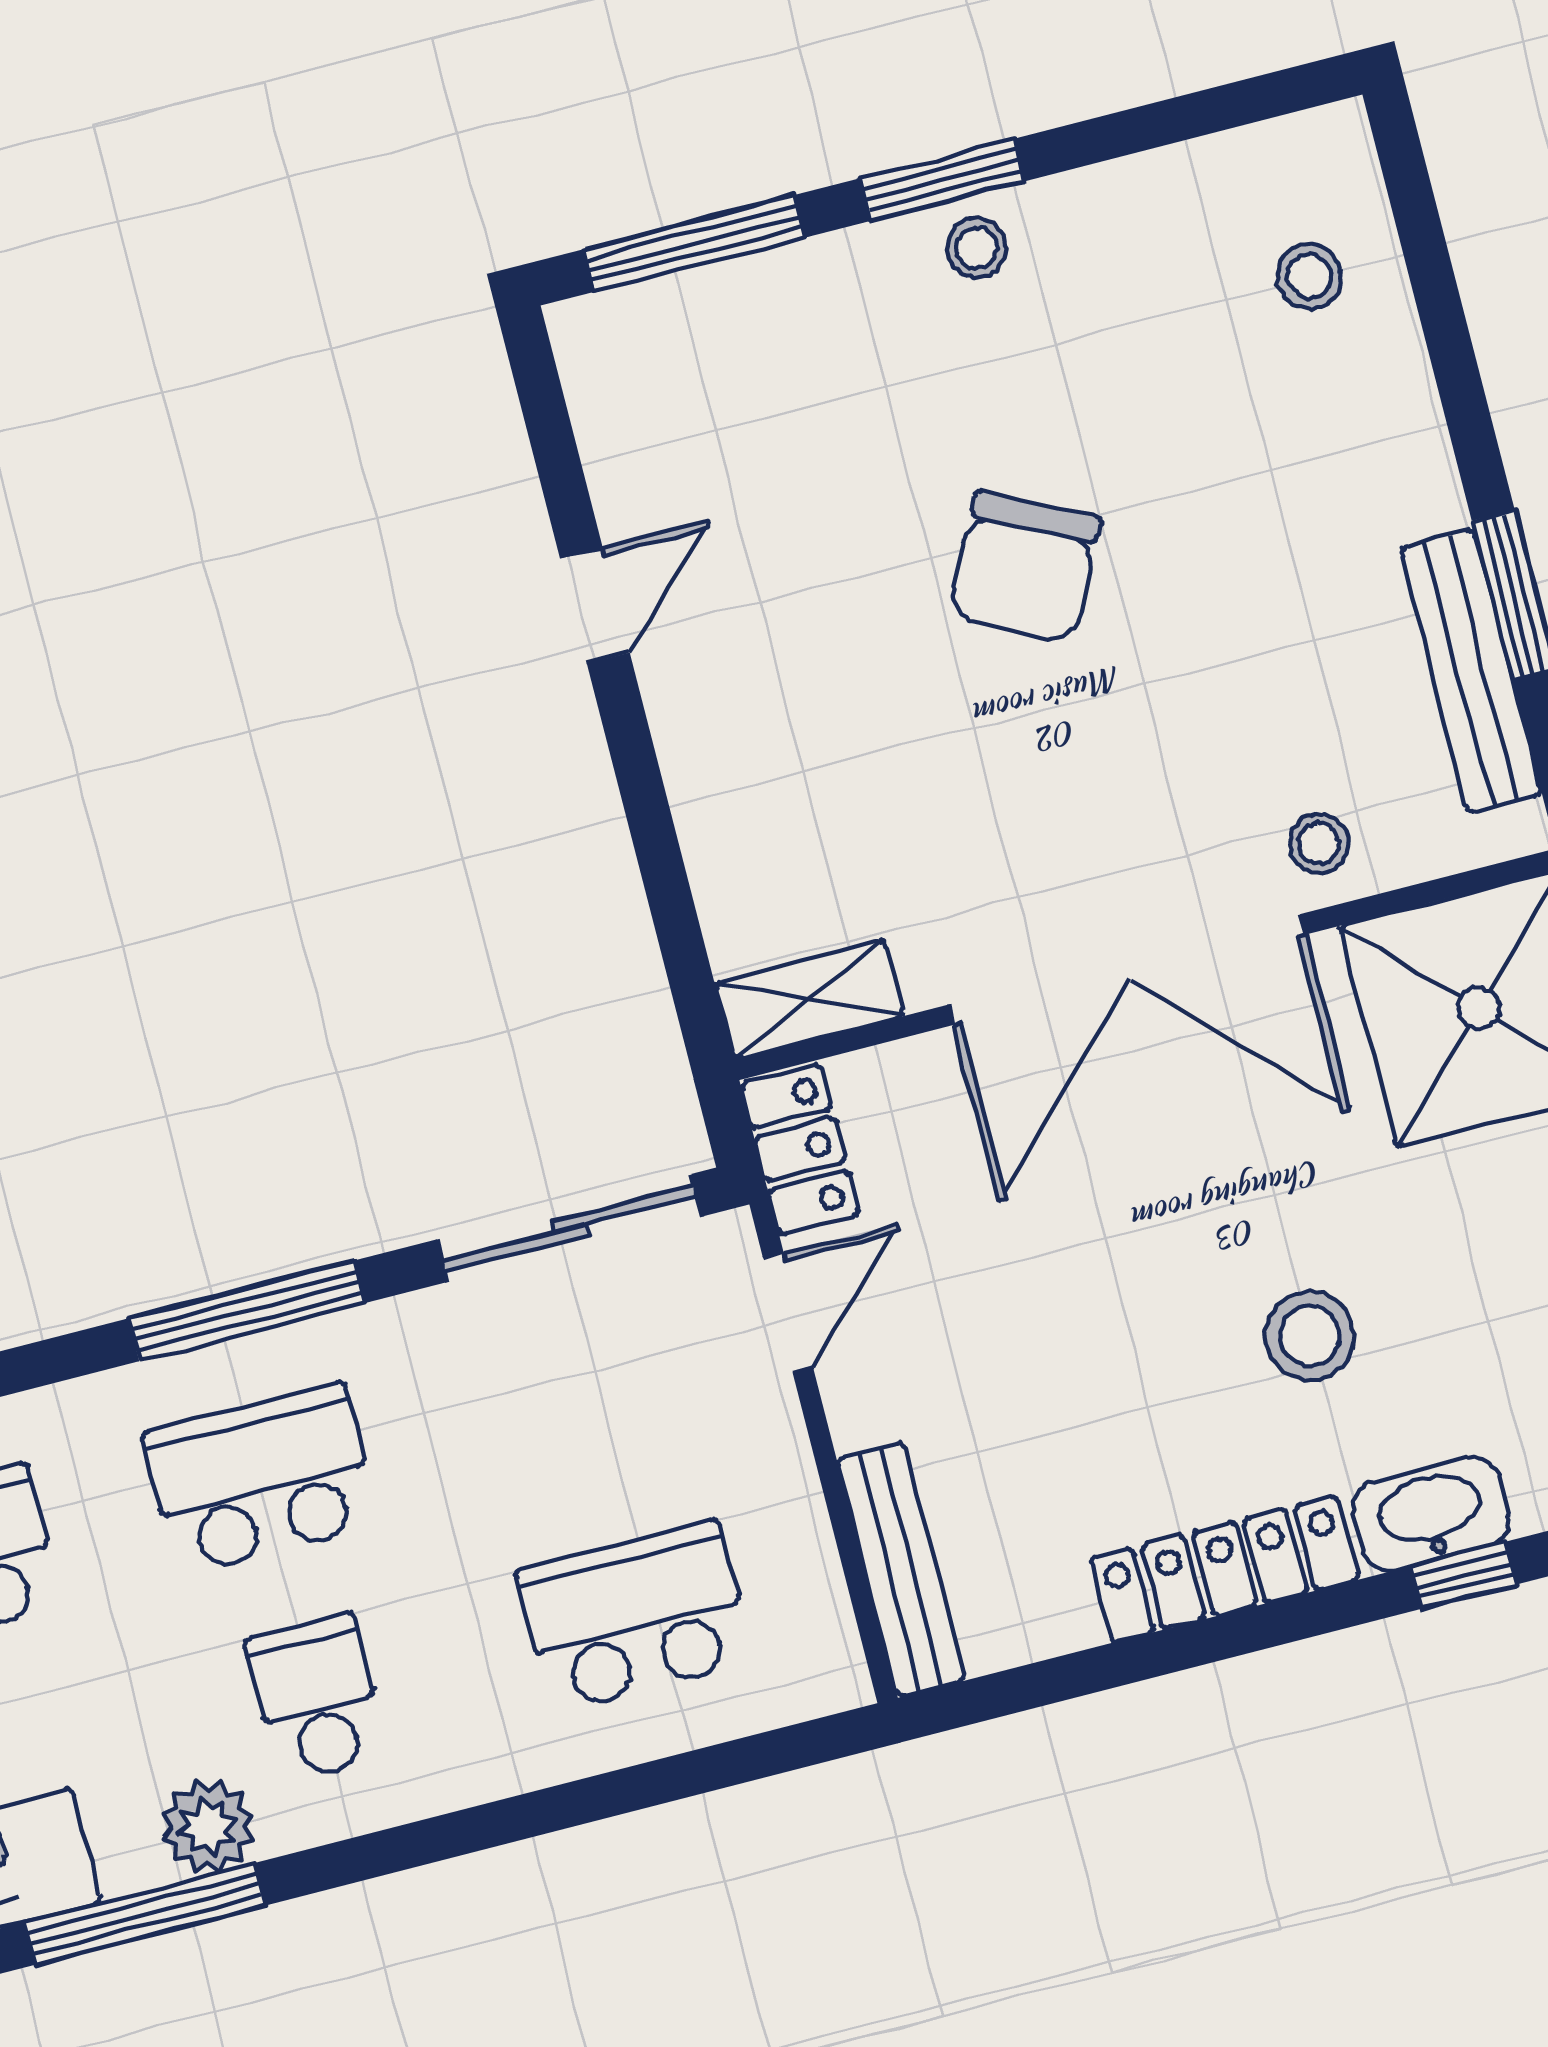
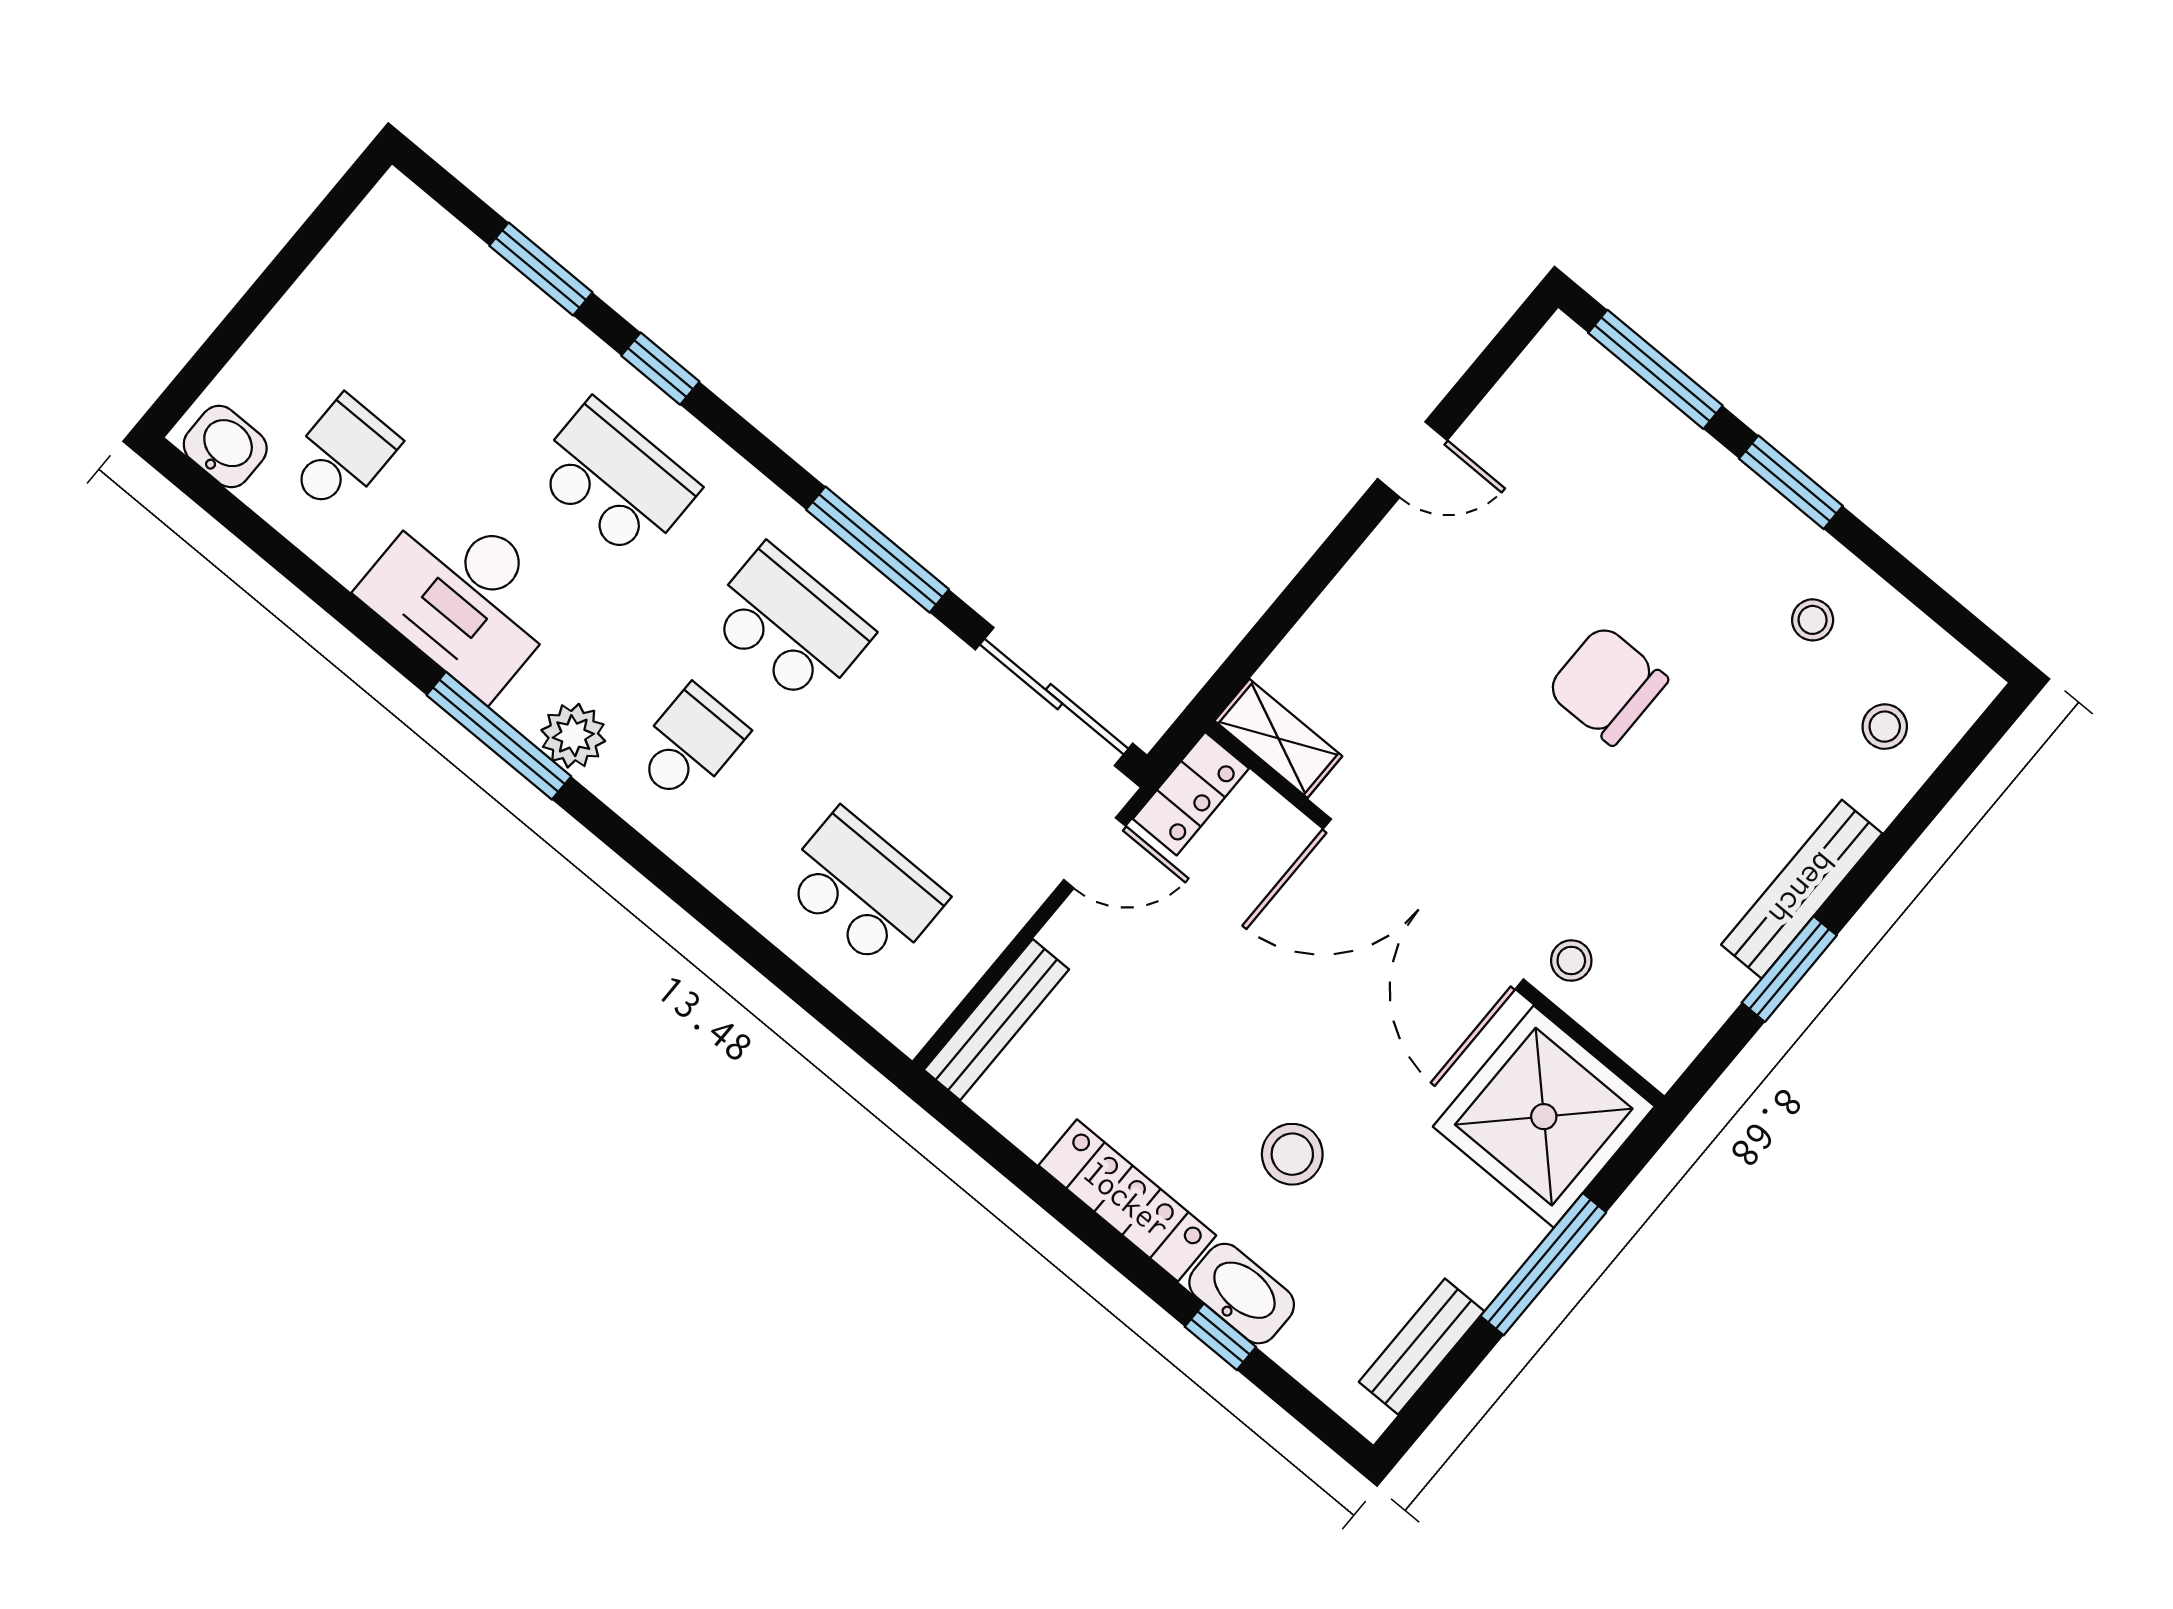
stool: (977, 248) -> (1813, 620), moved
chair: (1025, 567) -> (1607, 685), turned 63
bench: (1471, 671) -> (1802, 889), moved

